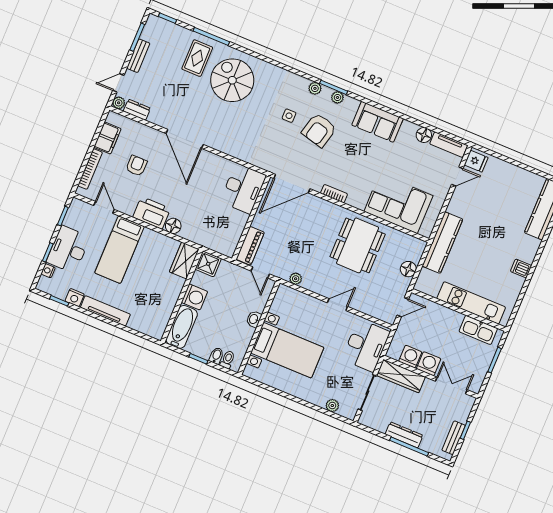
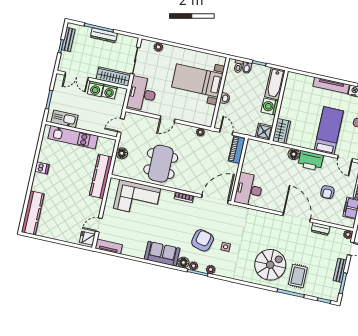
spiral stairs: (232, 80) -> (270, 265), turned -90
dresser: (137, 110) -> (321, 229), moved
floor lamp: (424, 135) -> (183, 263), moved

